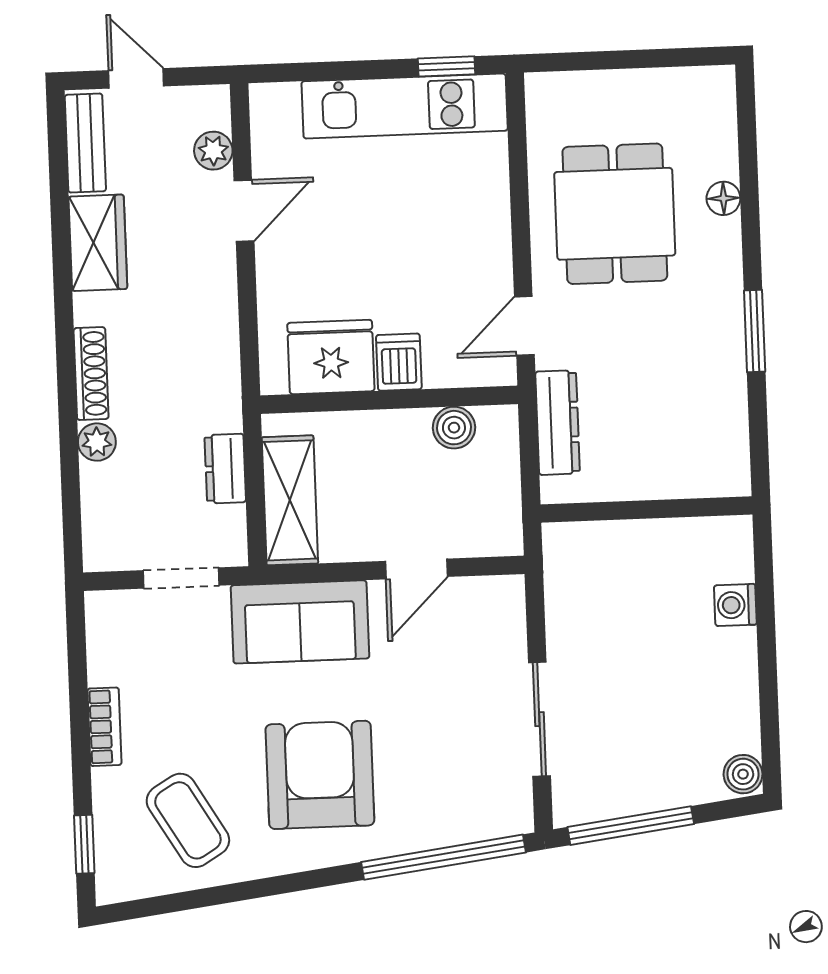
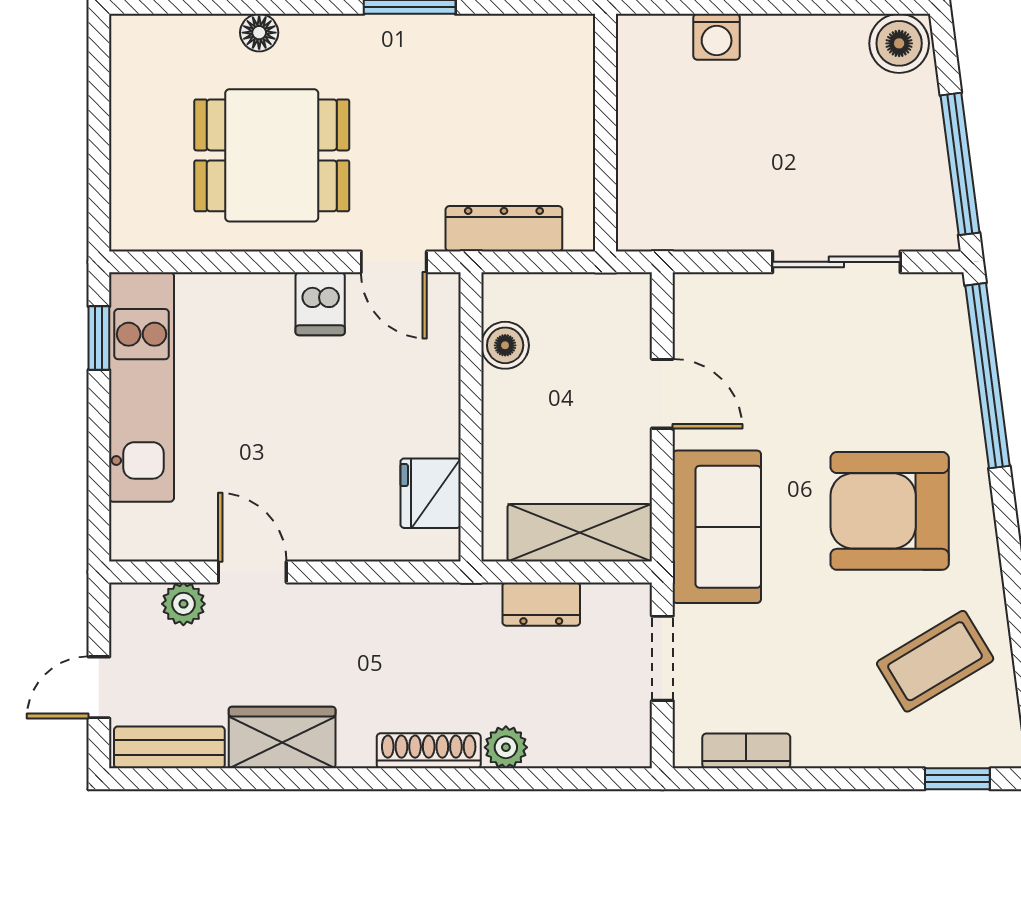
fridge: (331, 357) -> (431, 493), width x0.73, depth x0.75
dishwasher: (399, 362) -> (320, 304), moved, turned -90
bookcase: (105, 727) -> (746, 751), moved
boiler: (743, 774) -> (899, 43), width x1.36, depth x1.36

